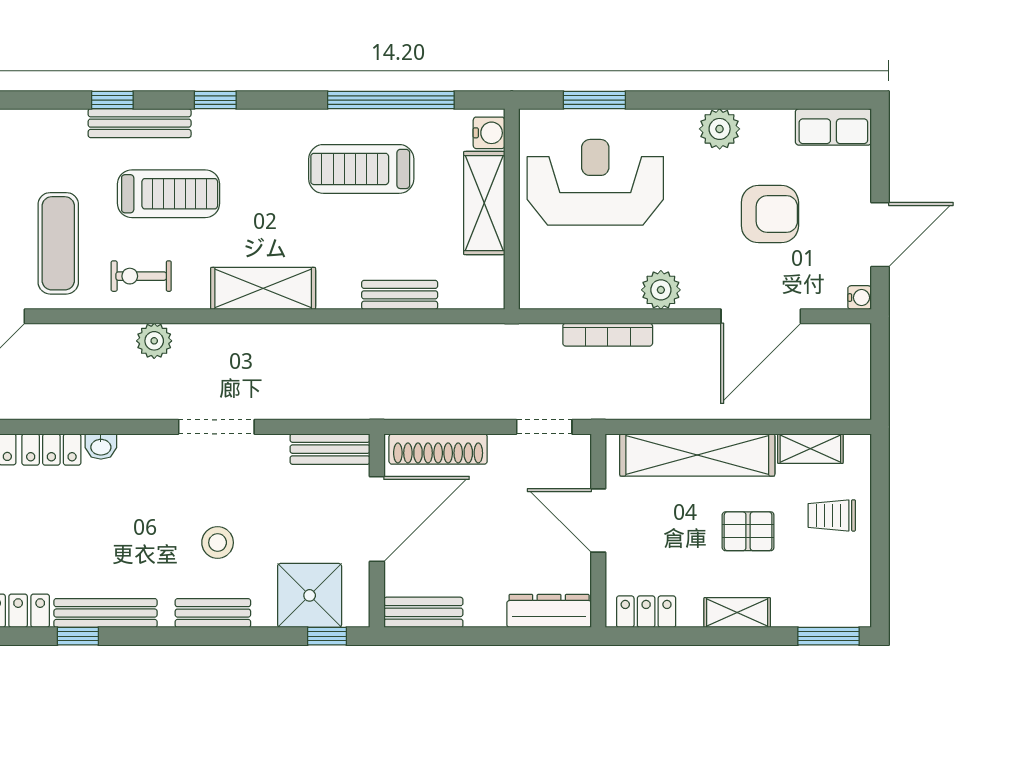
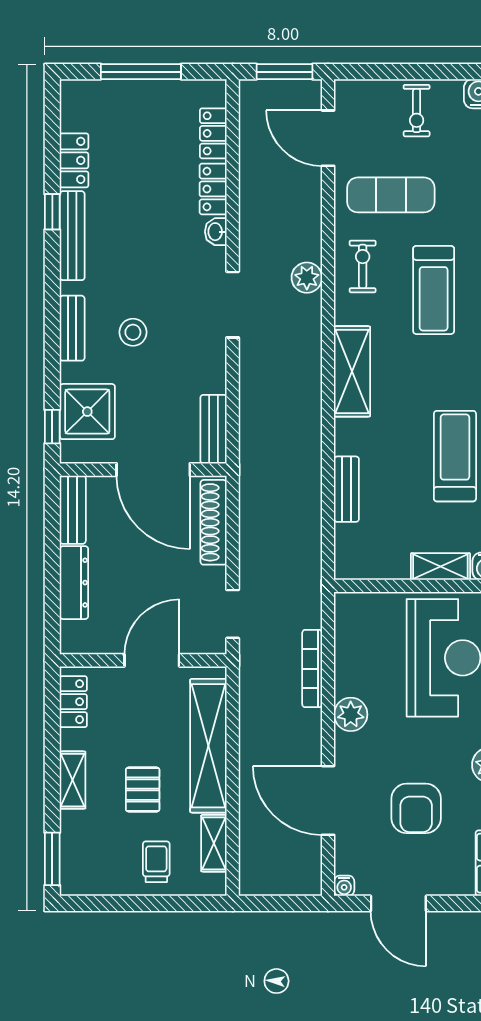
shelving: (484, 203) -> (440, 567), width x0.67, depth x0.75
doorway: (216, 427) -> (233, 305), moved
dresser: (549, 611) -> (74, 583), moved

